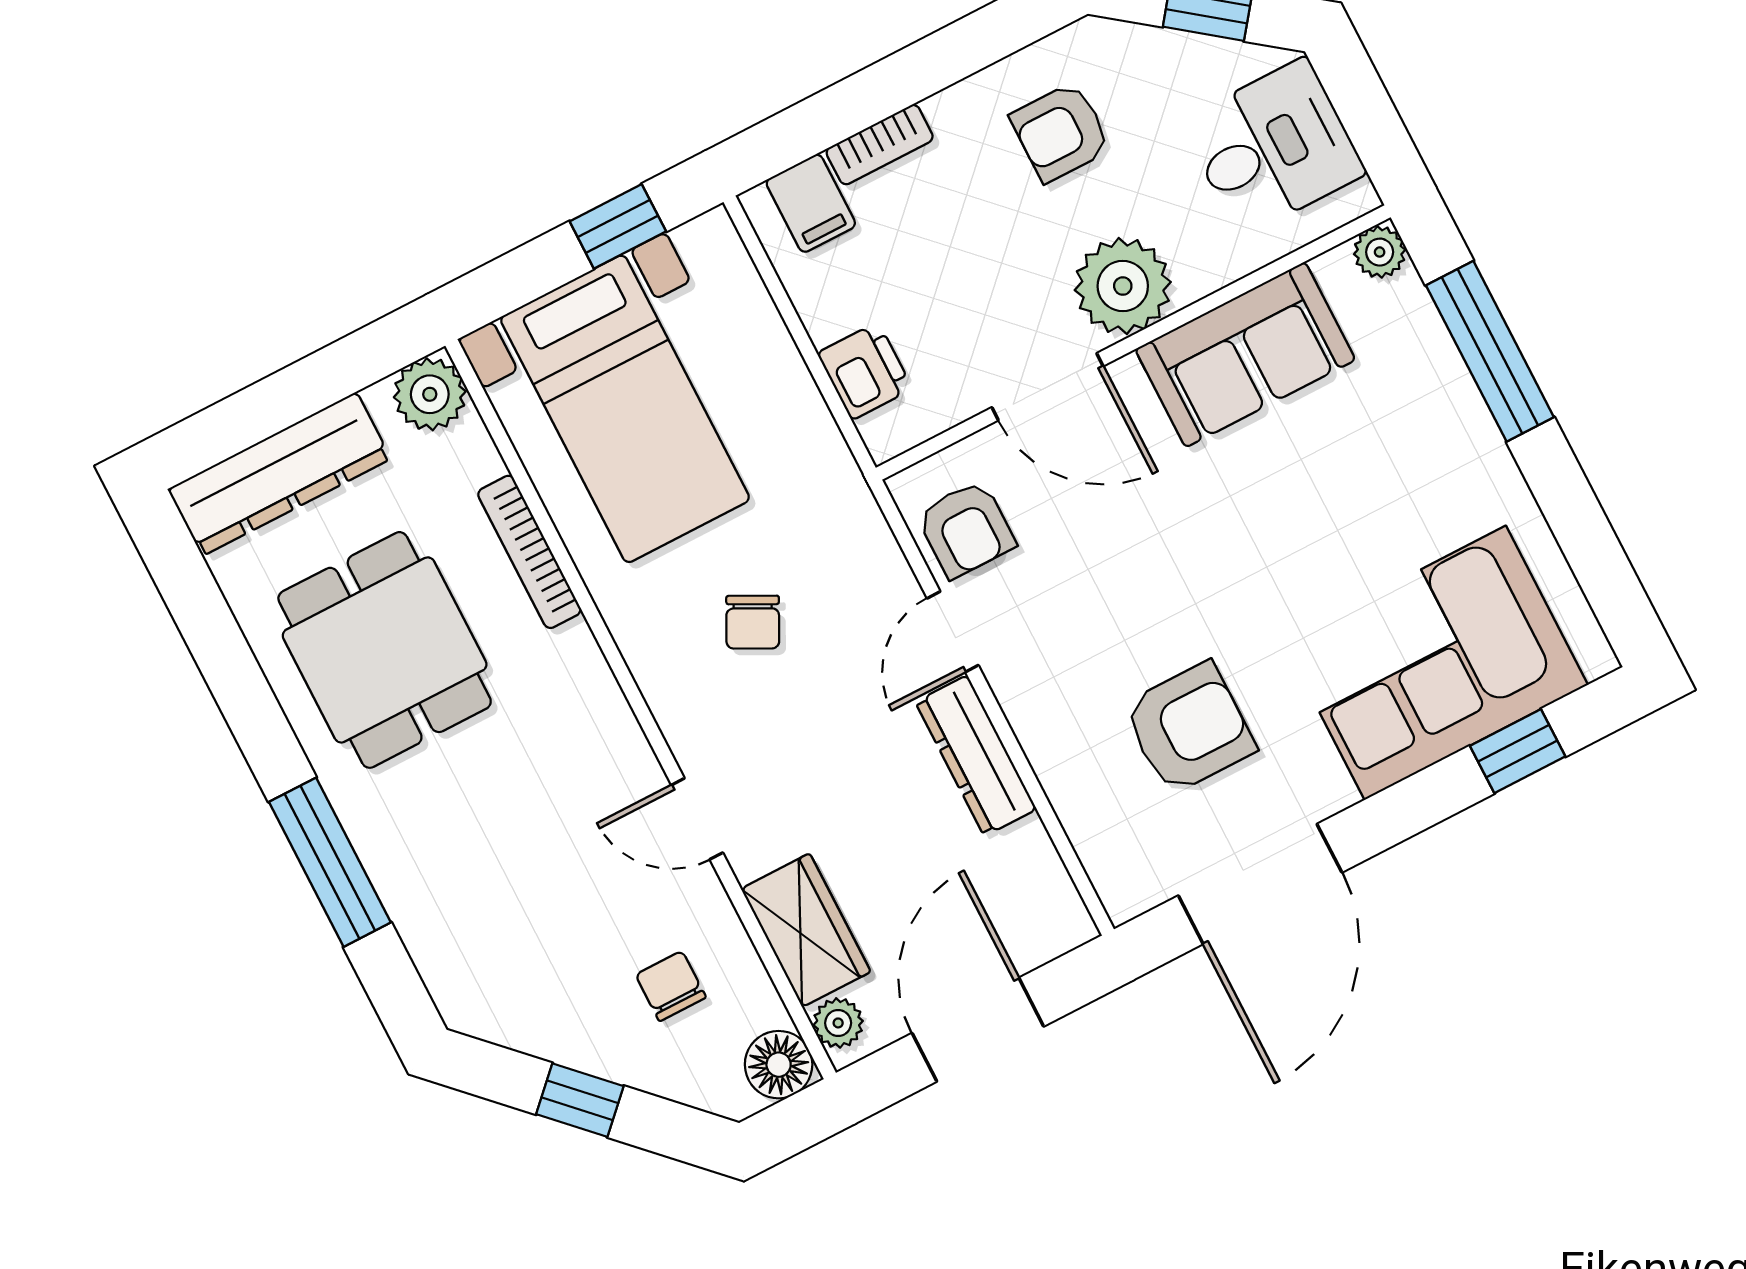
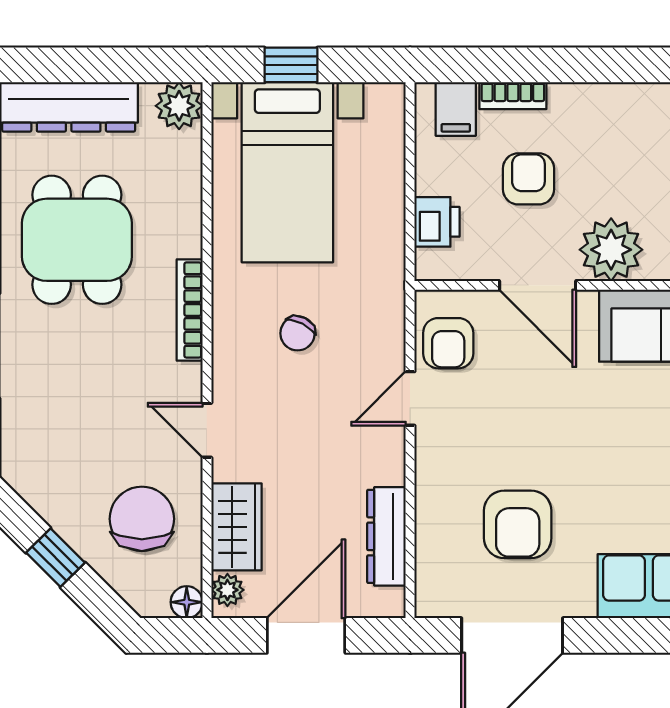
armchair: (1061, 132) -> (528, 179), moved, turned 90
window: (618, 226) -> (291, 65), moved
bookcase: (529, 552) -> (190, 310), moved
armchair: (1189, 728) -> (518, 524), turned 90
dresser: (976, 756) -> (386, 536), moved
chair: (671, 986) -> (142, 519), width x1.87, depth x1.87
floor lamp: (779, 1065) -> (187, 602), width x0.73, depth x0.73

